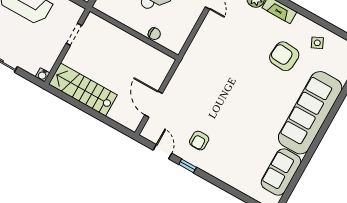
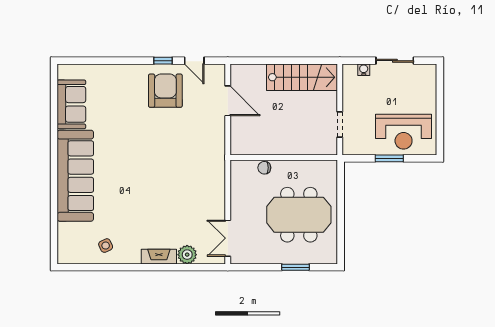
armchair: (284, 56) -> (130, 215), removed
water cooler: (43, 75) -> (364, 70), moved
armchair: (199, 141) -> (165, 91), width x1.88, depth x1.88

